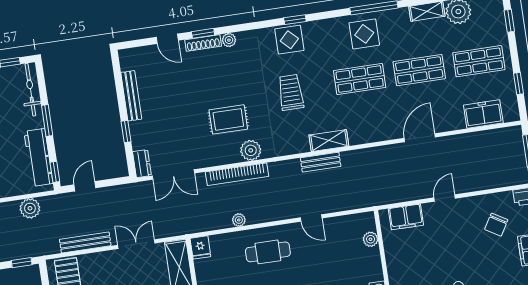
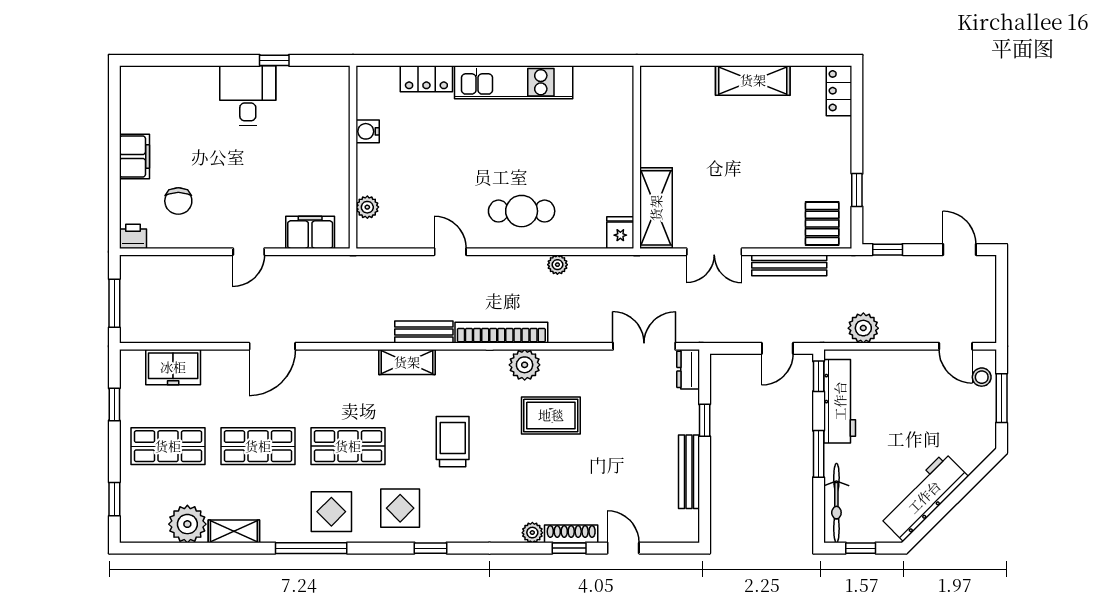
display table: (289, 40) -> (400, 508), moved
trolley: (291, 92) -> (453, 442), turned 180
bookcase: (237, 174) -> (501, 333), moved
chair: (496, 225) -> (178, 201), turned 149

